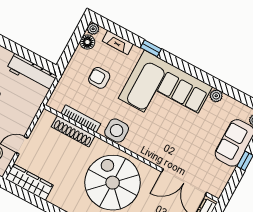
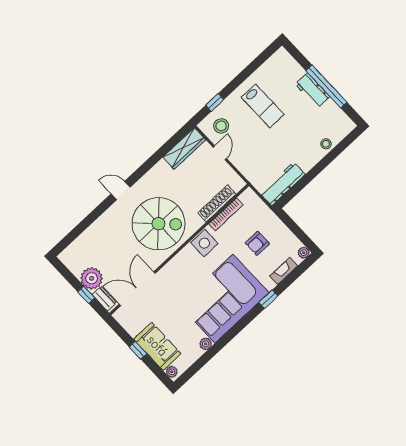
floor lamp: (87, 42) -> (293, 244), removed
armchair: (99, 78) -> (257, 243), turned 180

